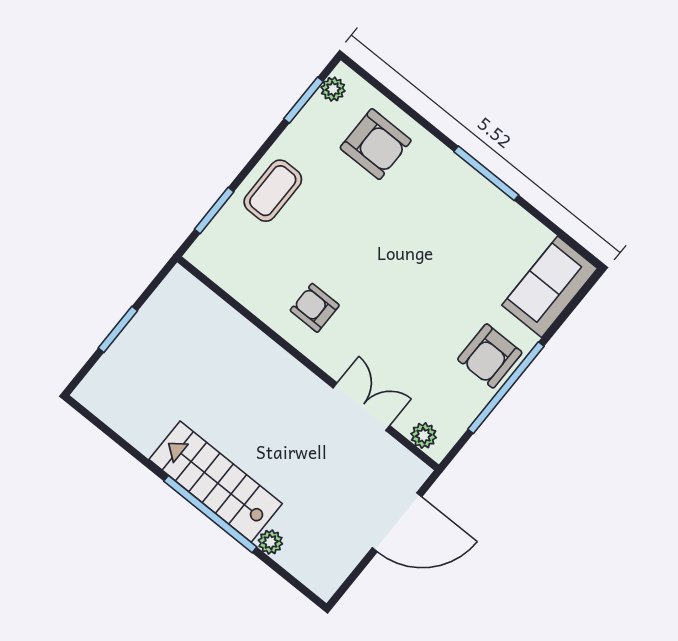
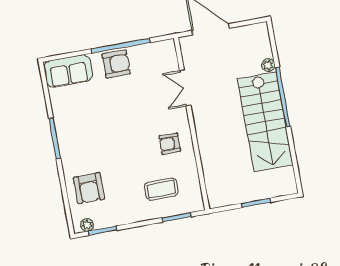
armchair: (376, 144) -> (89, 188), turned 180
coffee table: (273, 191) -> (161, 189), moved
armchair: (315, 308) -> (170, 144), turned 90
plant: (424, 436) -> (170, 55), removed
stairs: (216, 482) -> (265, 122), width x1.36, depth x1.51

